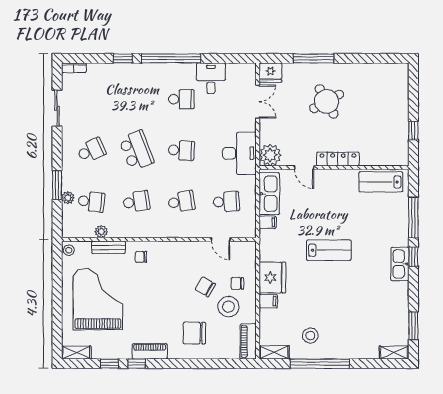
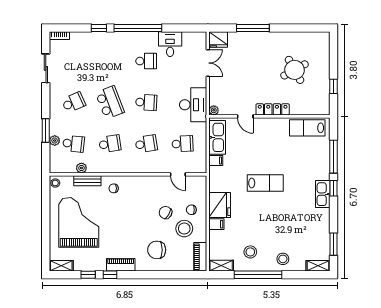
round table: (327, 101) -> (295, 70), moved
plant: (270, 155) -> (214, 110), width x0.53, depth x0.53
stool: (351, 344) -> (283, 259), added

